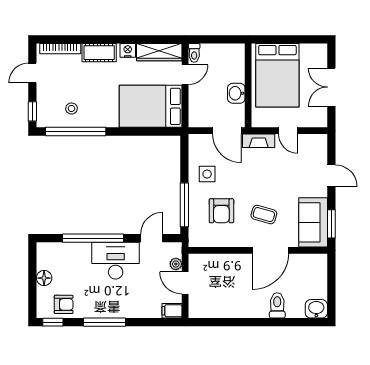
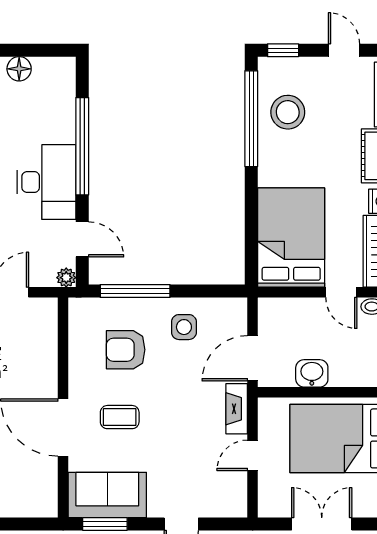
stool: (71, 108) -> (288, 112), width x1.89, depth x1.89
coffee table: (264, 215) -> (120, 417), turned 74
plant: (176, 264) -> (66, 278), moved

